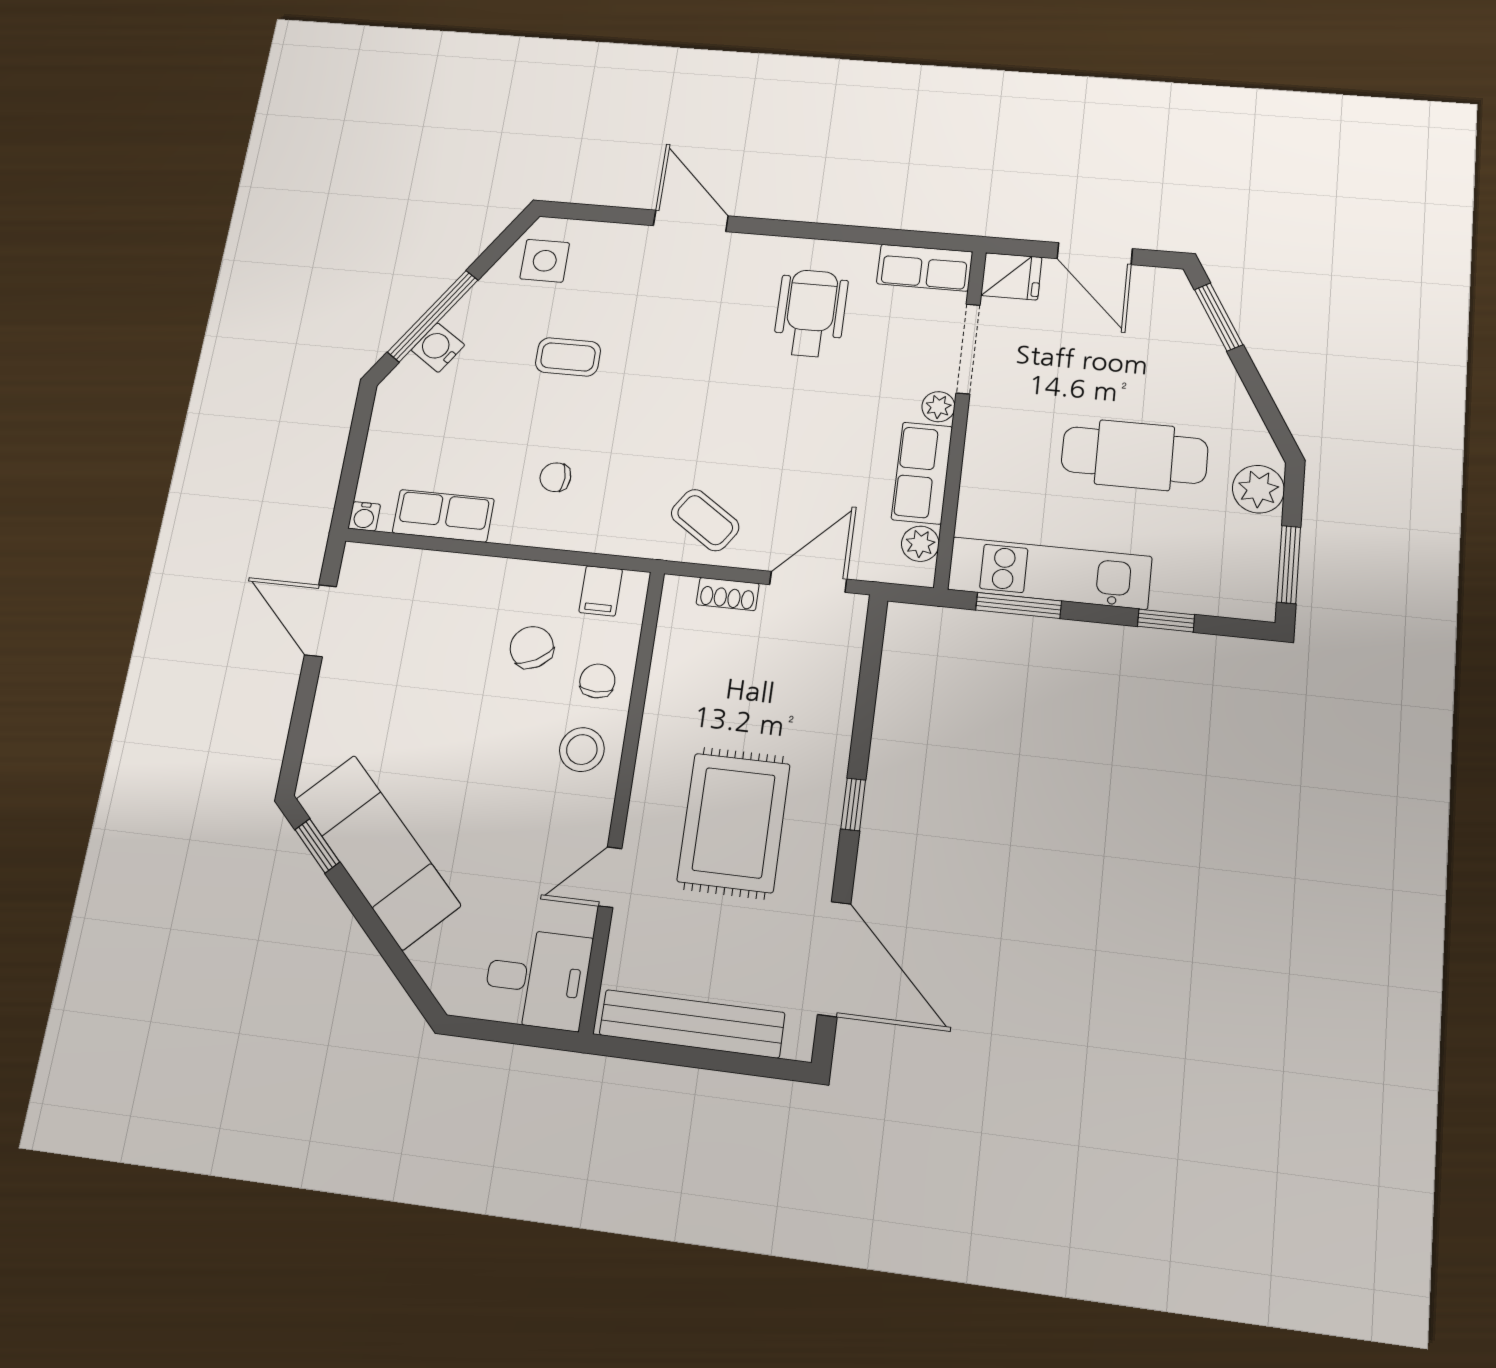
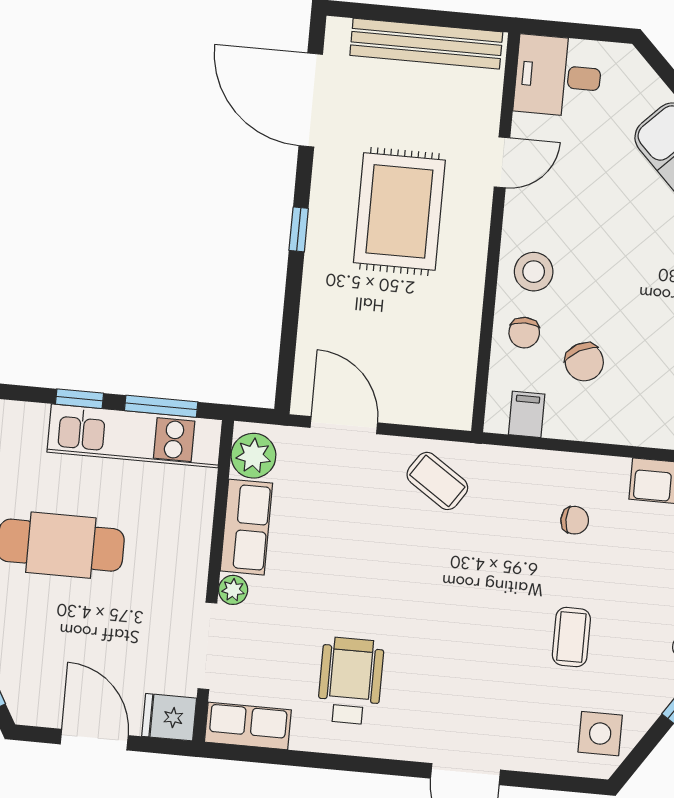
wheelchair: (811, 313) -> (350, 681), turned 180
coffee table: (568, 357) -> (571, 637), turned 90
plant: (920, 544) -> (253, 456), width x1.38, depth x1.38
door: (808, 582) -> (344, 425), swing flipped
shoe rack: (728, 594) -> (414, 413), removed
window: (1166, 621) -> (80, 399), moved

